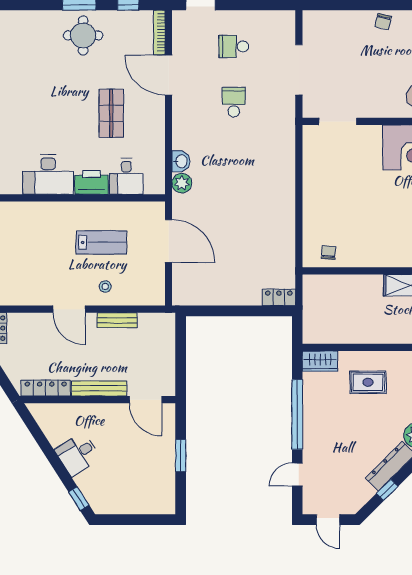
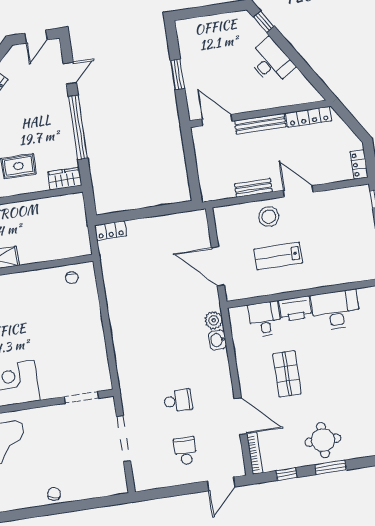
school desk: (234, 46) -> (186, 451), turned -90
school desk: (234, 102) -> (178, 401), turned -90
stool: (105, 287) -> (269, 217), width x1.89, depth x1.89
desk: (78, 454) -> (271, 62), width x1.37
door: (328, 520) -> (36, 37), swing flipped

